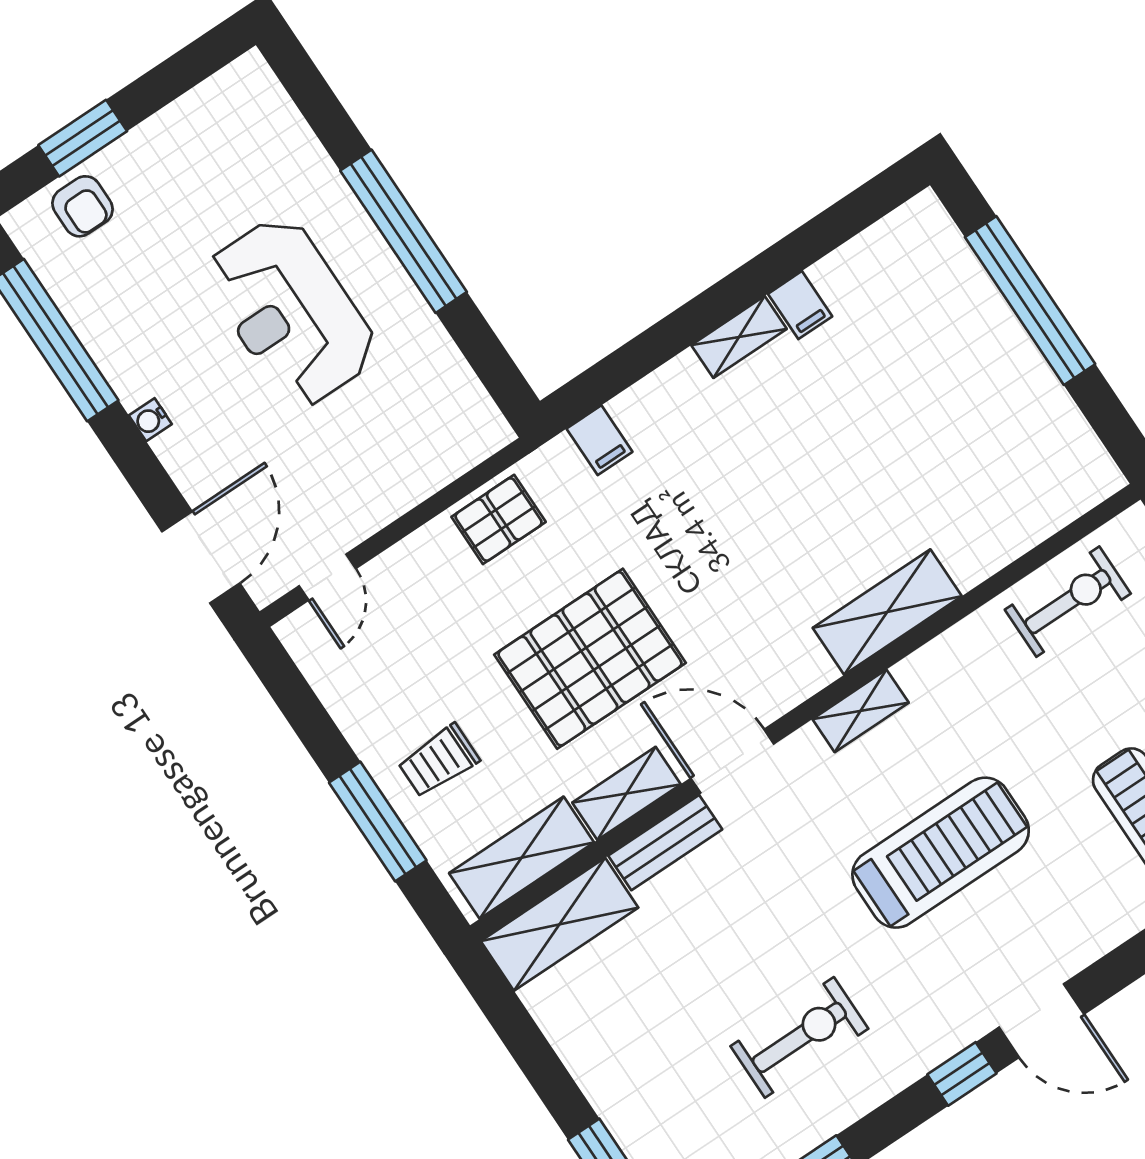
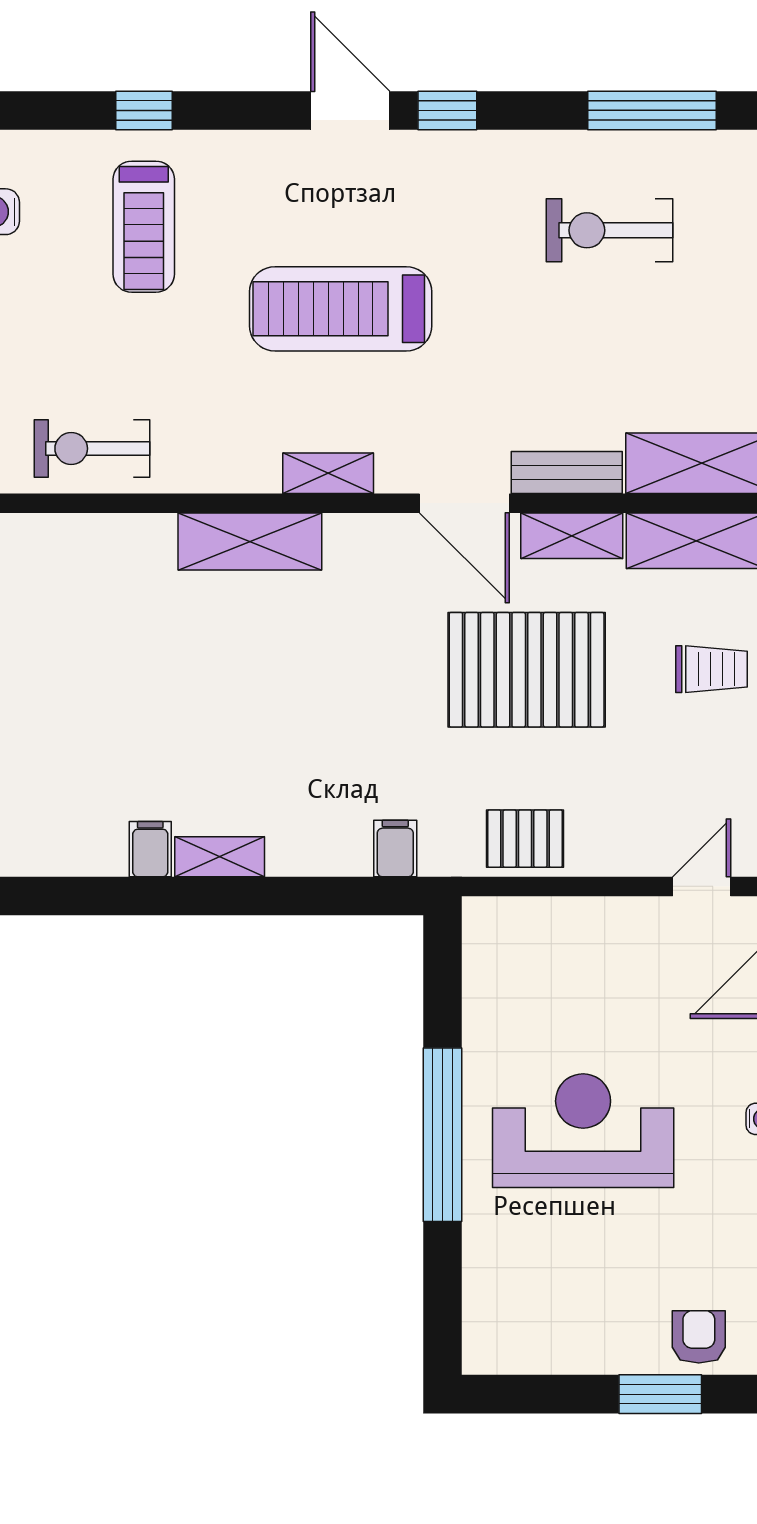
reception desk: (291, 312) -> (583, 1131), turned -90
exercise bike: (799, 1037) -> (610, 230), moved

